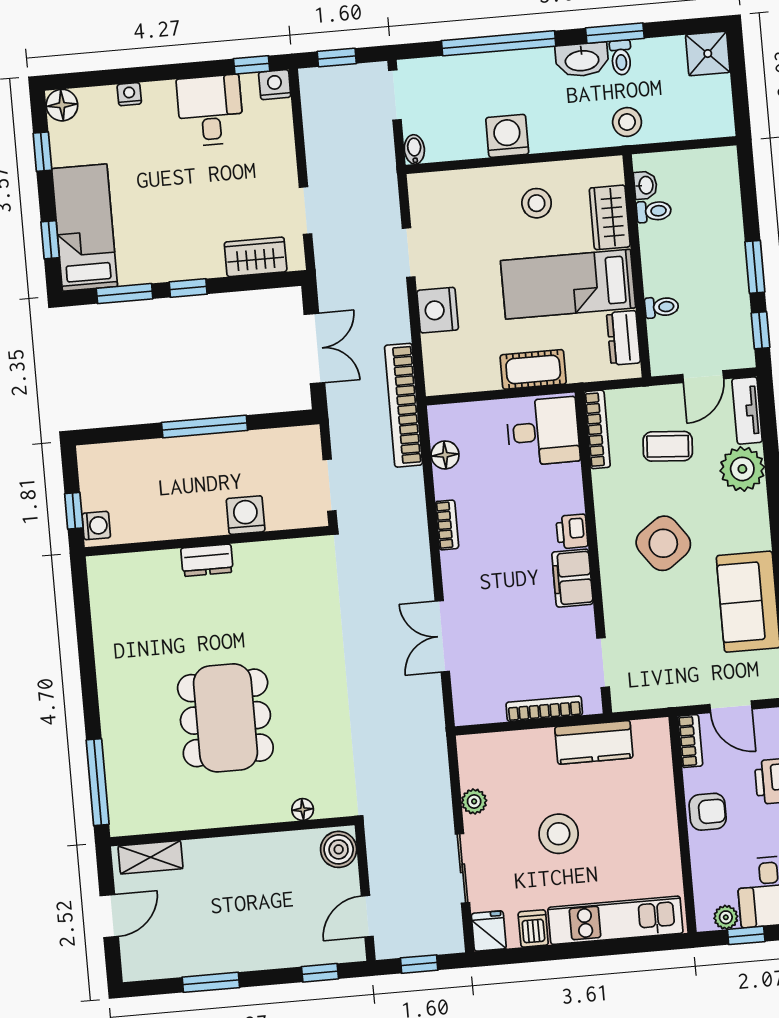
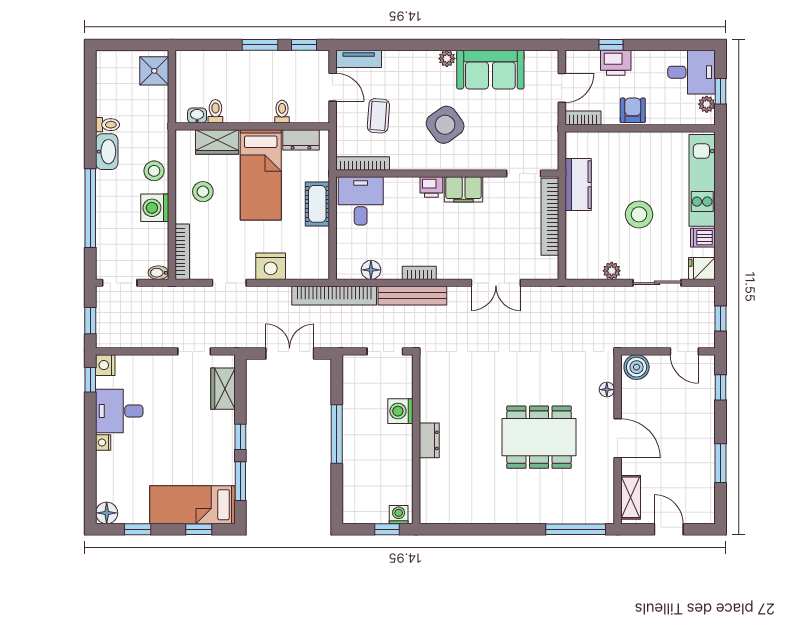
window: (615, 33) -> (90, 127), removed
shower: (708, 54) -> (154, 71), moved
nightstand: (129, 94) -> (103, 443), moved
stool: (627, 122) -> (154, 171), moved
bookcase: (447, 181) -> (182, 252), added
plant: (742, 469) -> (447, 59), moved, width x0.53, depth x0.53
bench: (413, 518) -> (412, 296), added
bookcase: (544, 709) -> (550, 217), width x1.48, depth x1.31
door: (234, 831) -> (618, 438), added

